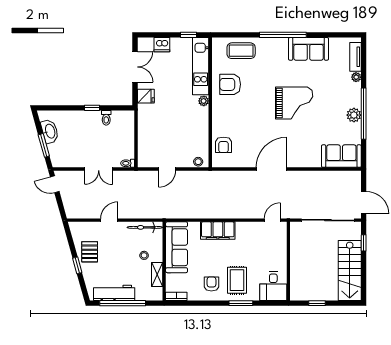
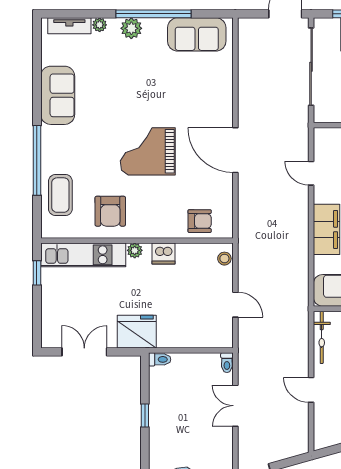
window: (283, 35) -> (37, 160), moved
dishwasher: (162, 45) -> (164, 254), moved, turned 90
fridge: (146, 96) -> (137, 332), width x1.88, depth x1.34
grand piano: (294, 103) -> (148, 151), moved, turned -90
plant: (354, 115) -> (131, 28), moved
toilet: (106, 118) -> (160, 359), moved
sofa: (341, 156) -> (197, 34), moved, turned -90
double door: (99, 169) -> (235, 406), swing flipped
door: (272, 220) -> (311, 173), moved

